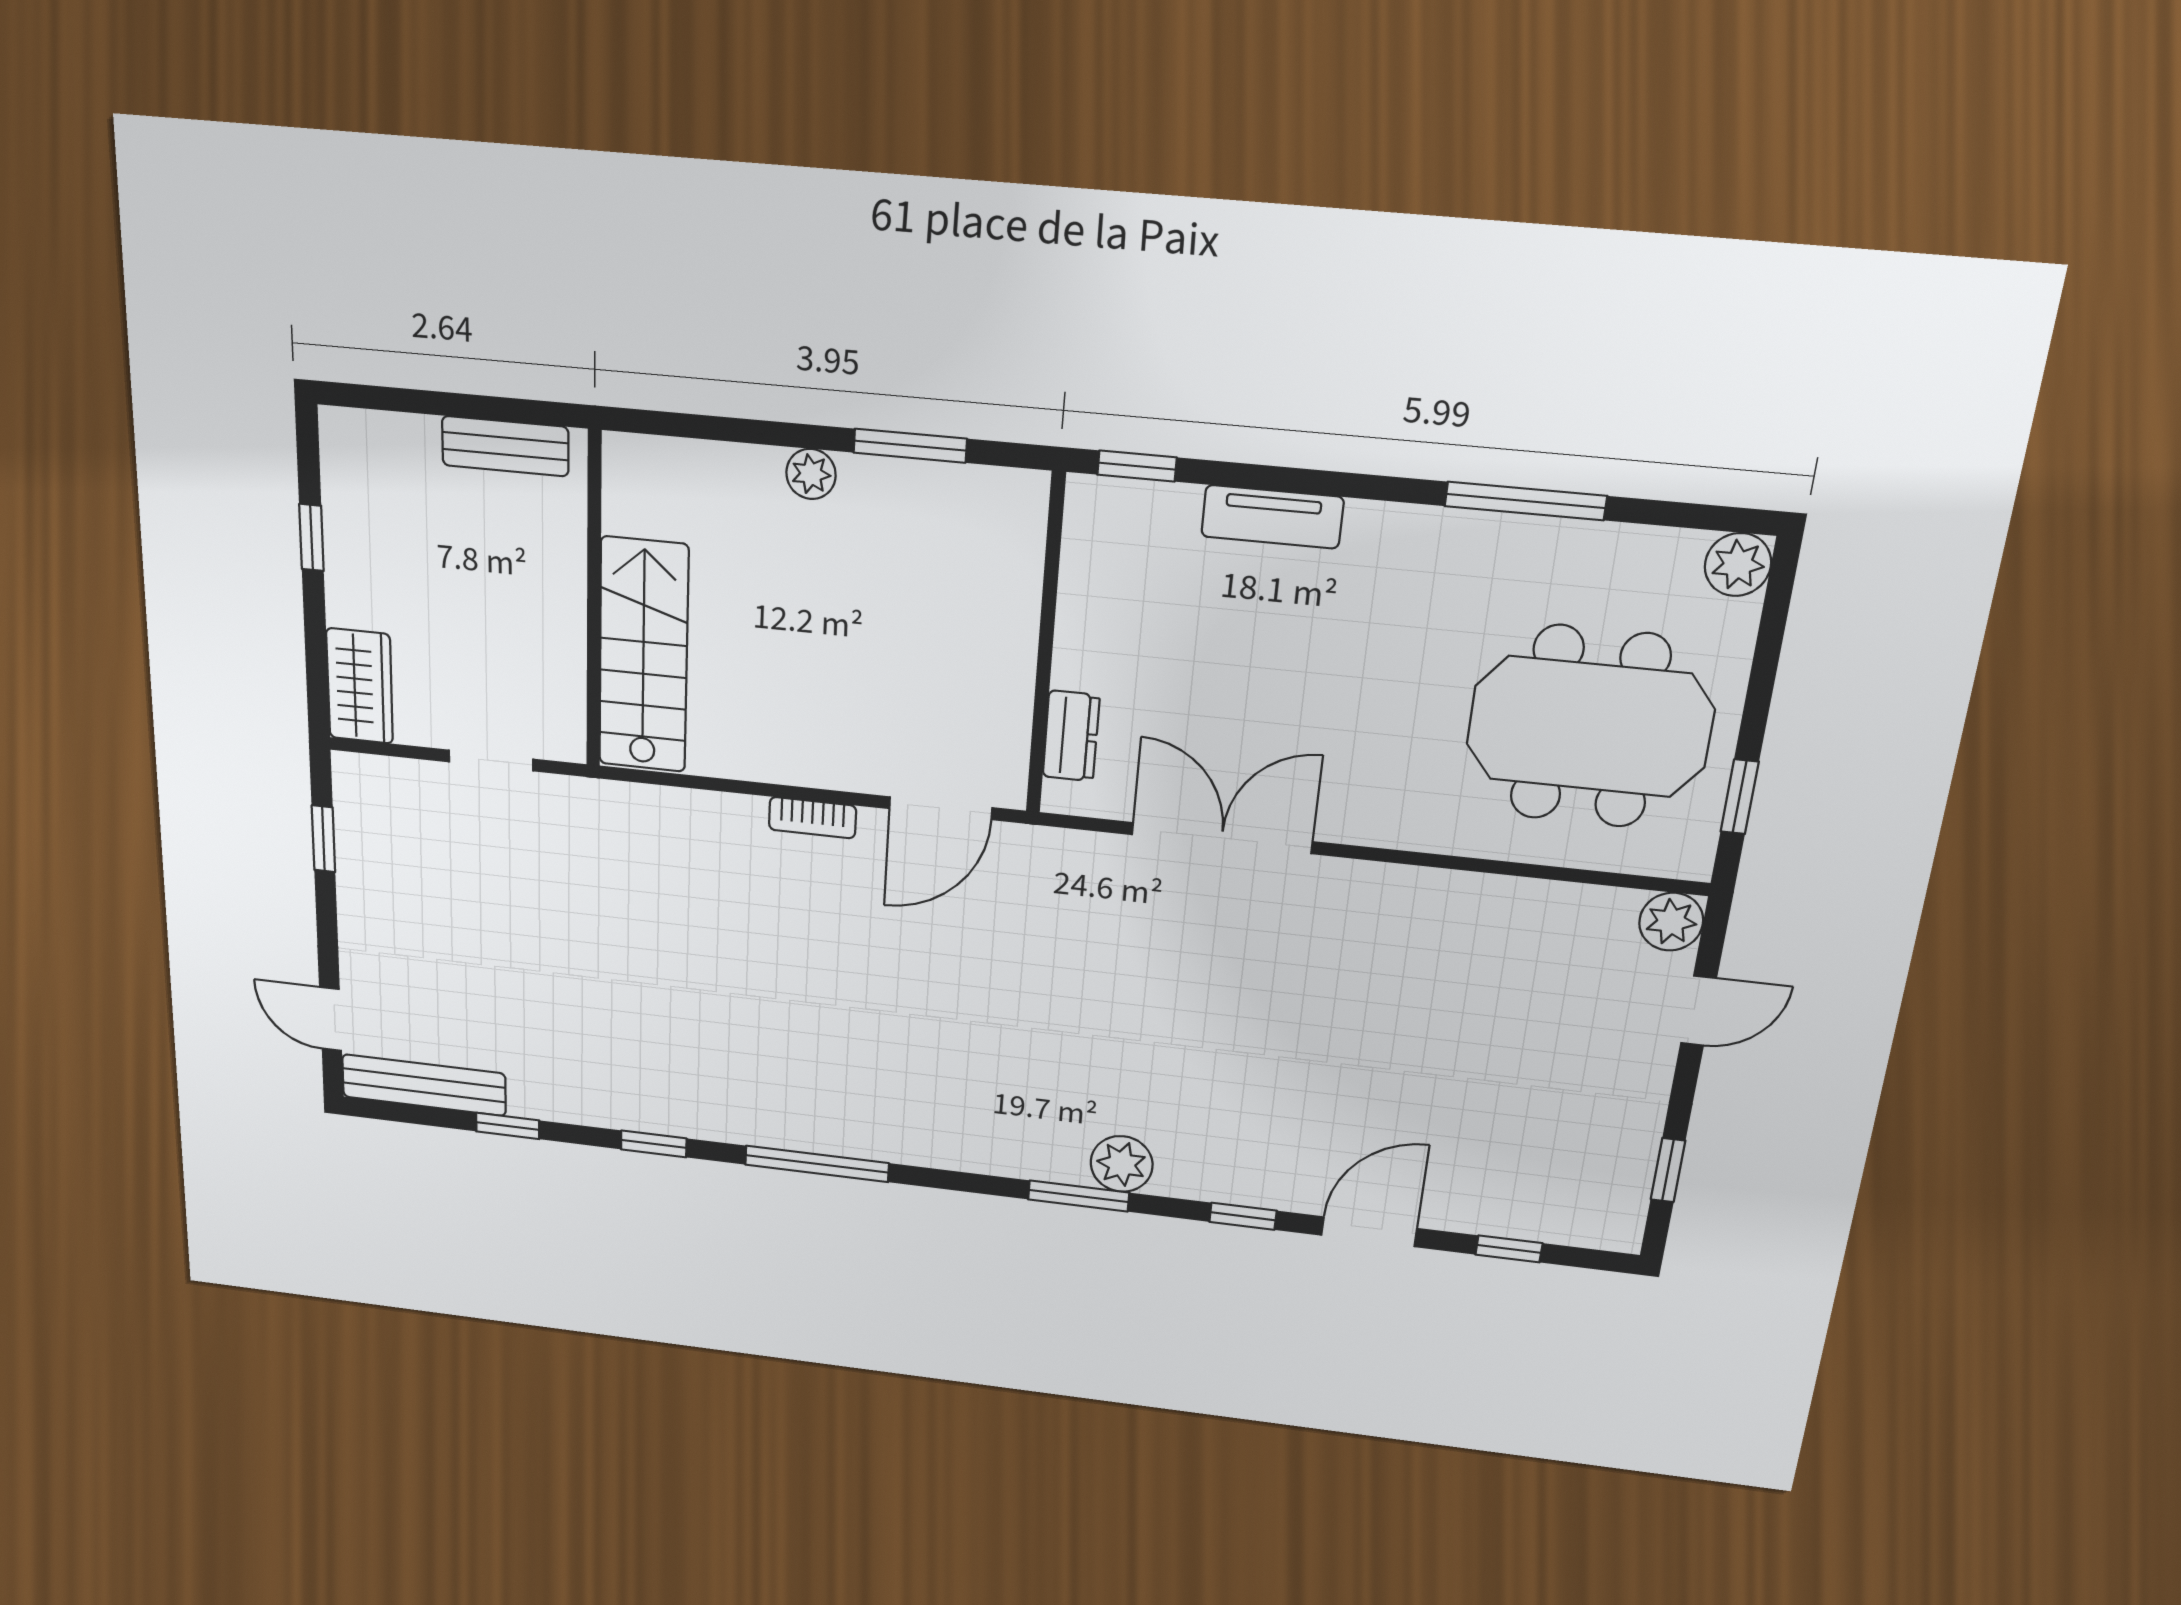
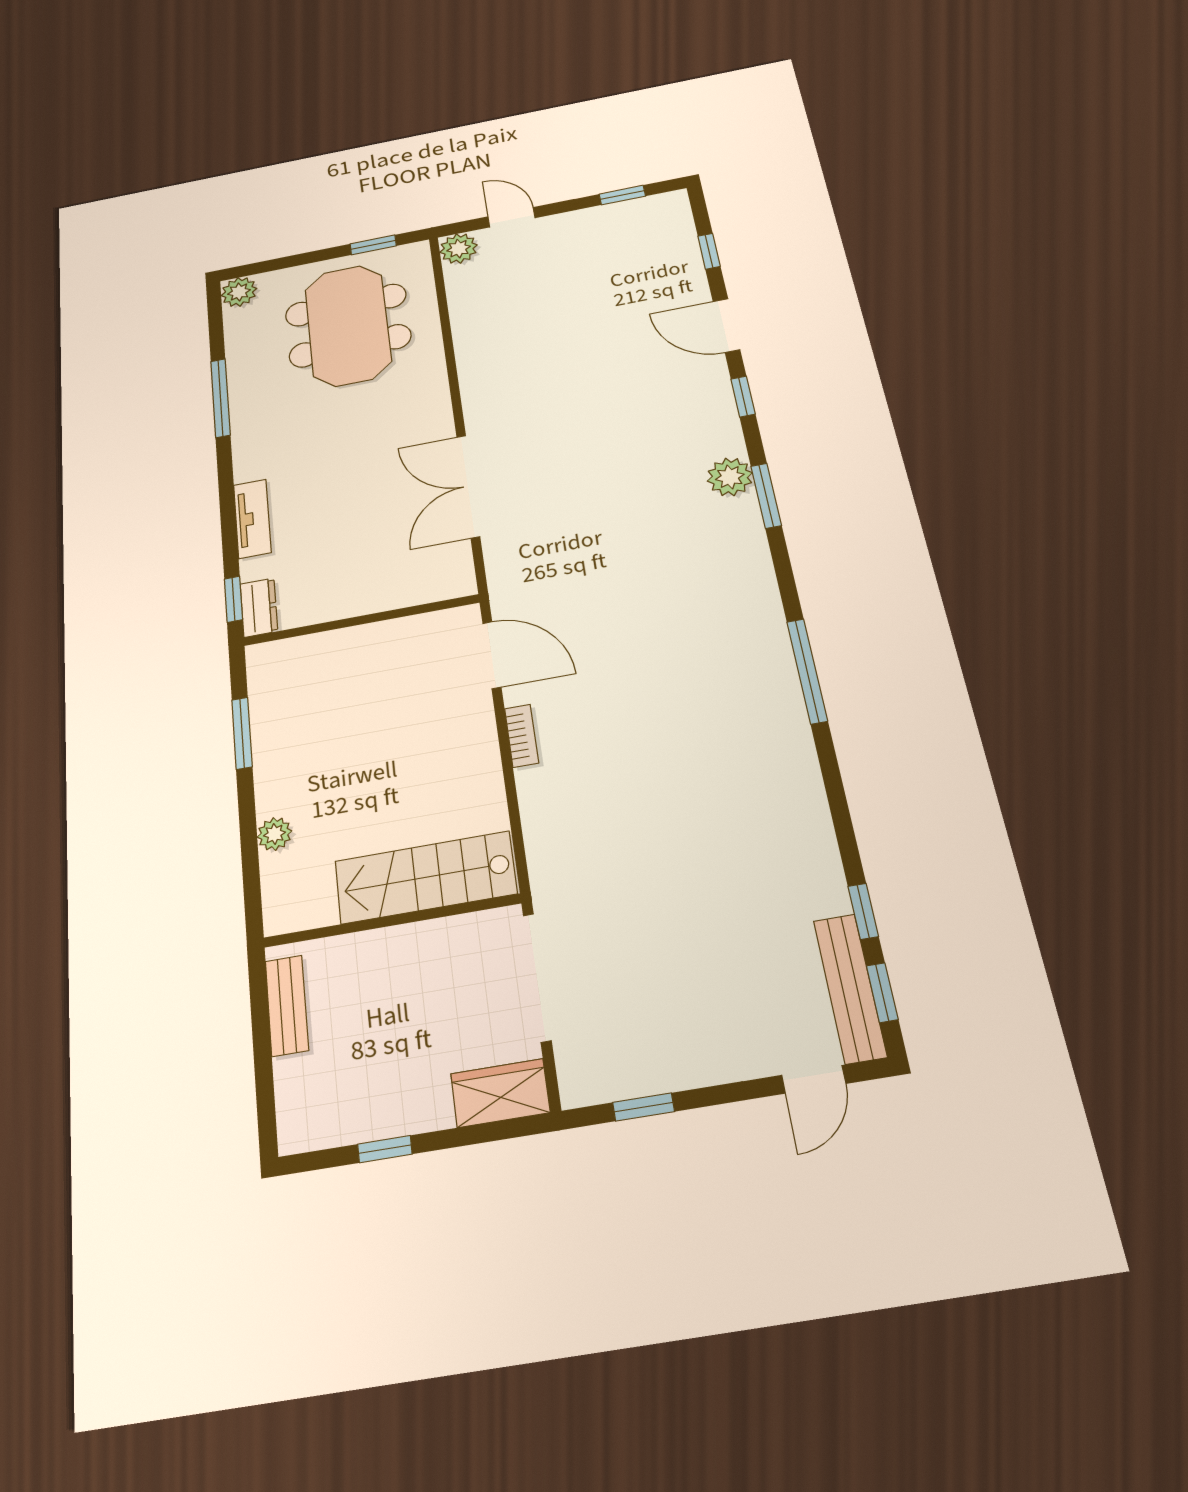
plant: (811, 474) -> (274, 834), moved
dresser: (1071, 736) -> (259, 608), moved, turned 90
doorway: (491, 760) -> (537, 977), width x1.87
window: (654, 1144) -> (882, 993), moved

